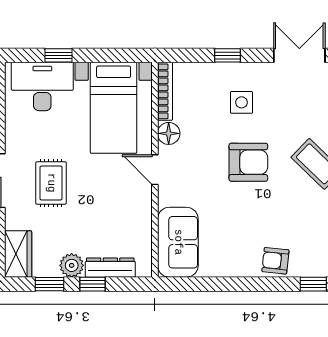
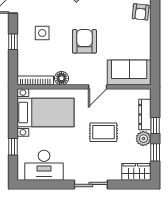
desk: (42, 86) -> (44, 165), moved, turned -90
armchair: (248, 162) -> (84, 41), moved
door: (155, 170) -> (98, 87), moved
rug: (51, 183) -> (103, 132), moved

